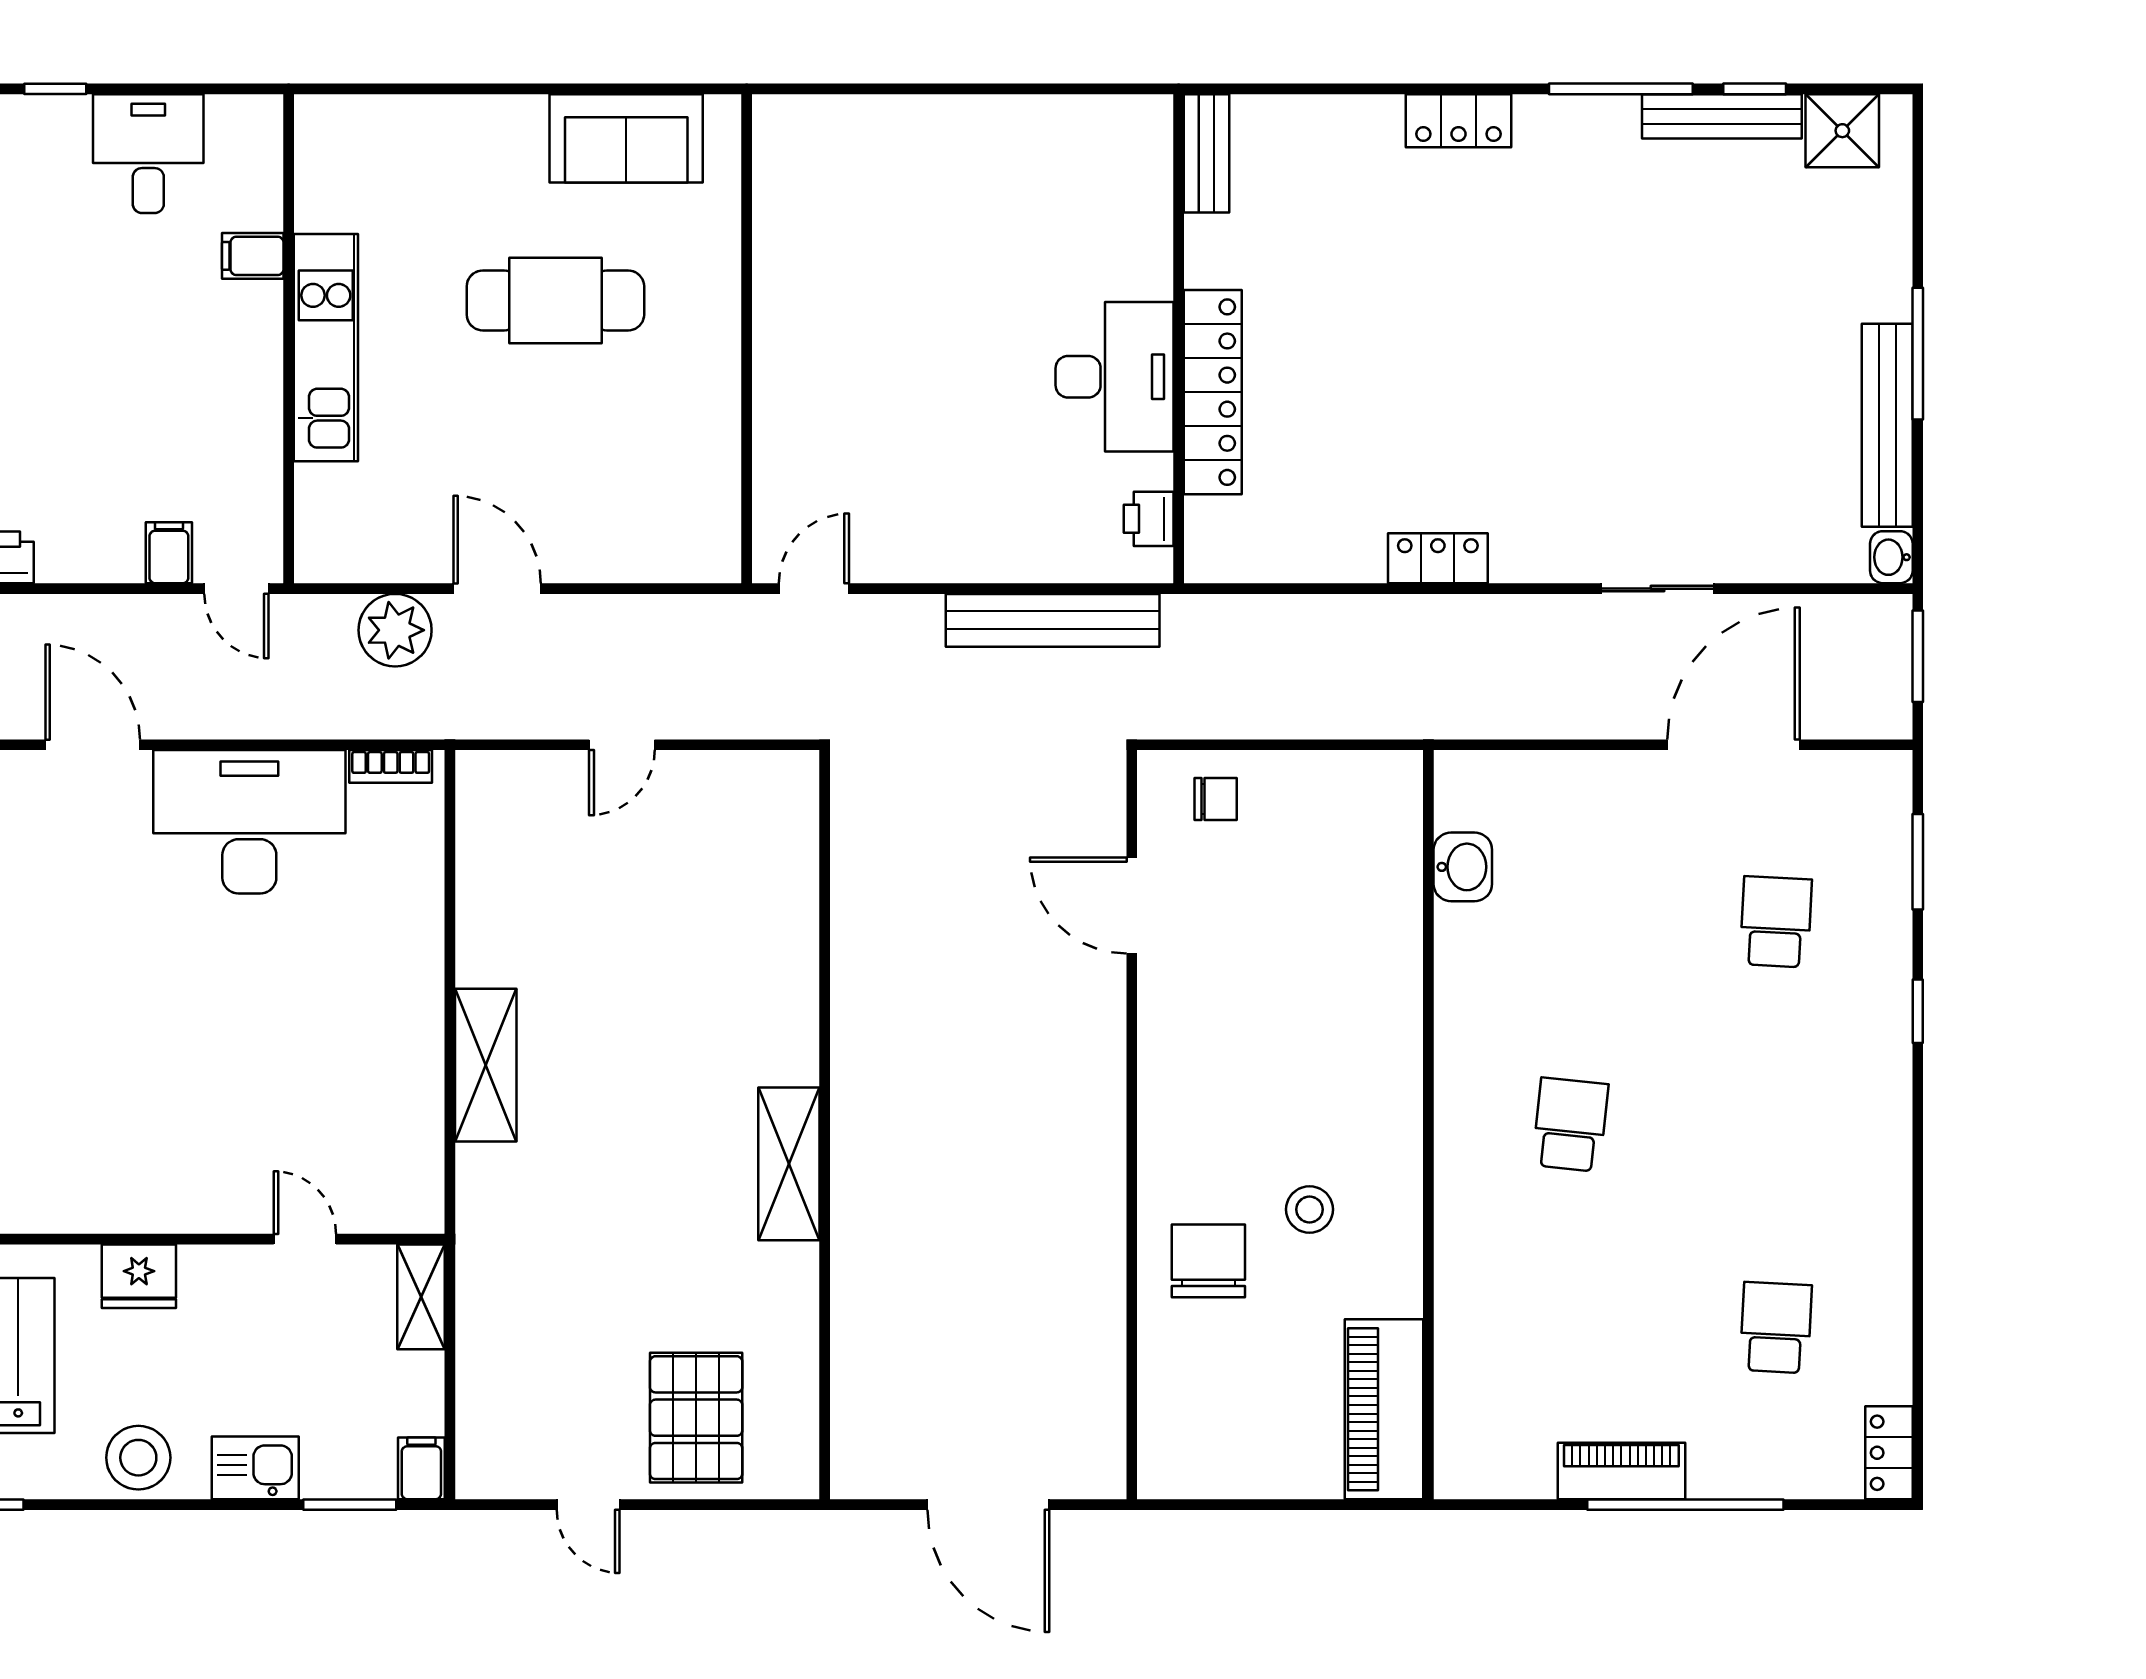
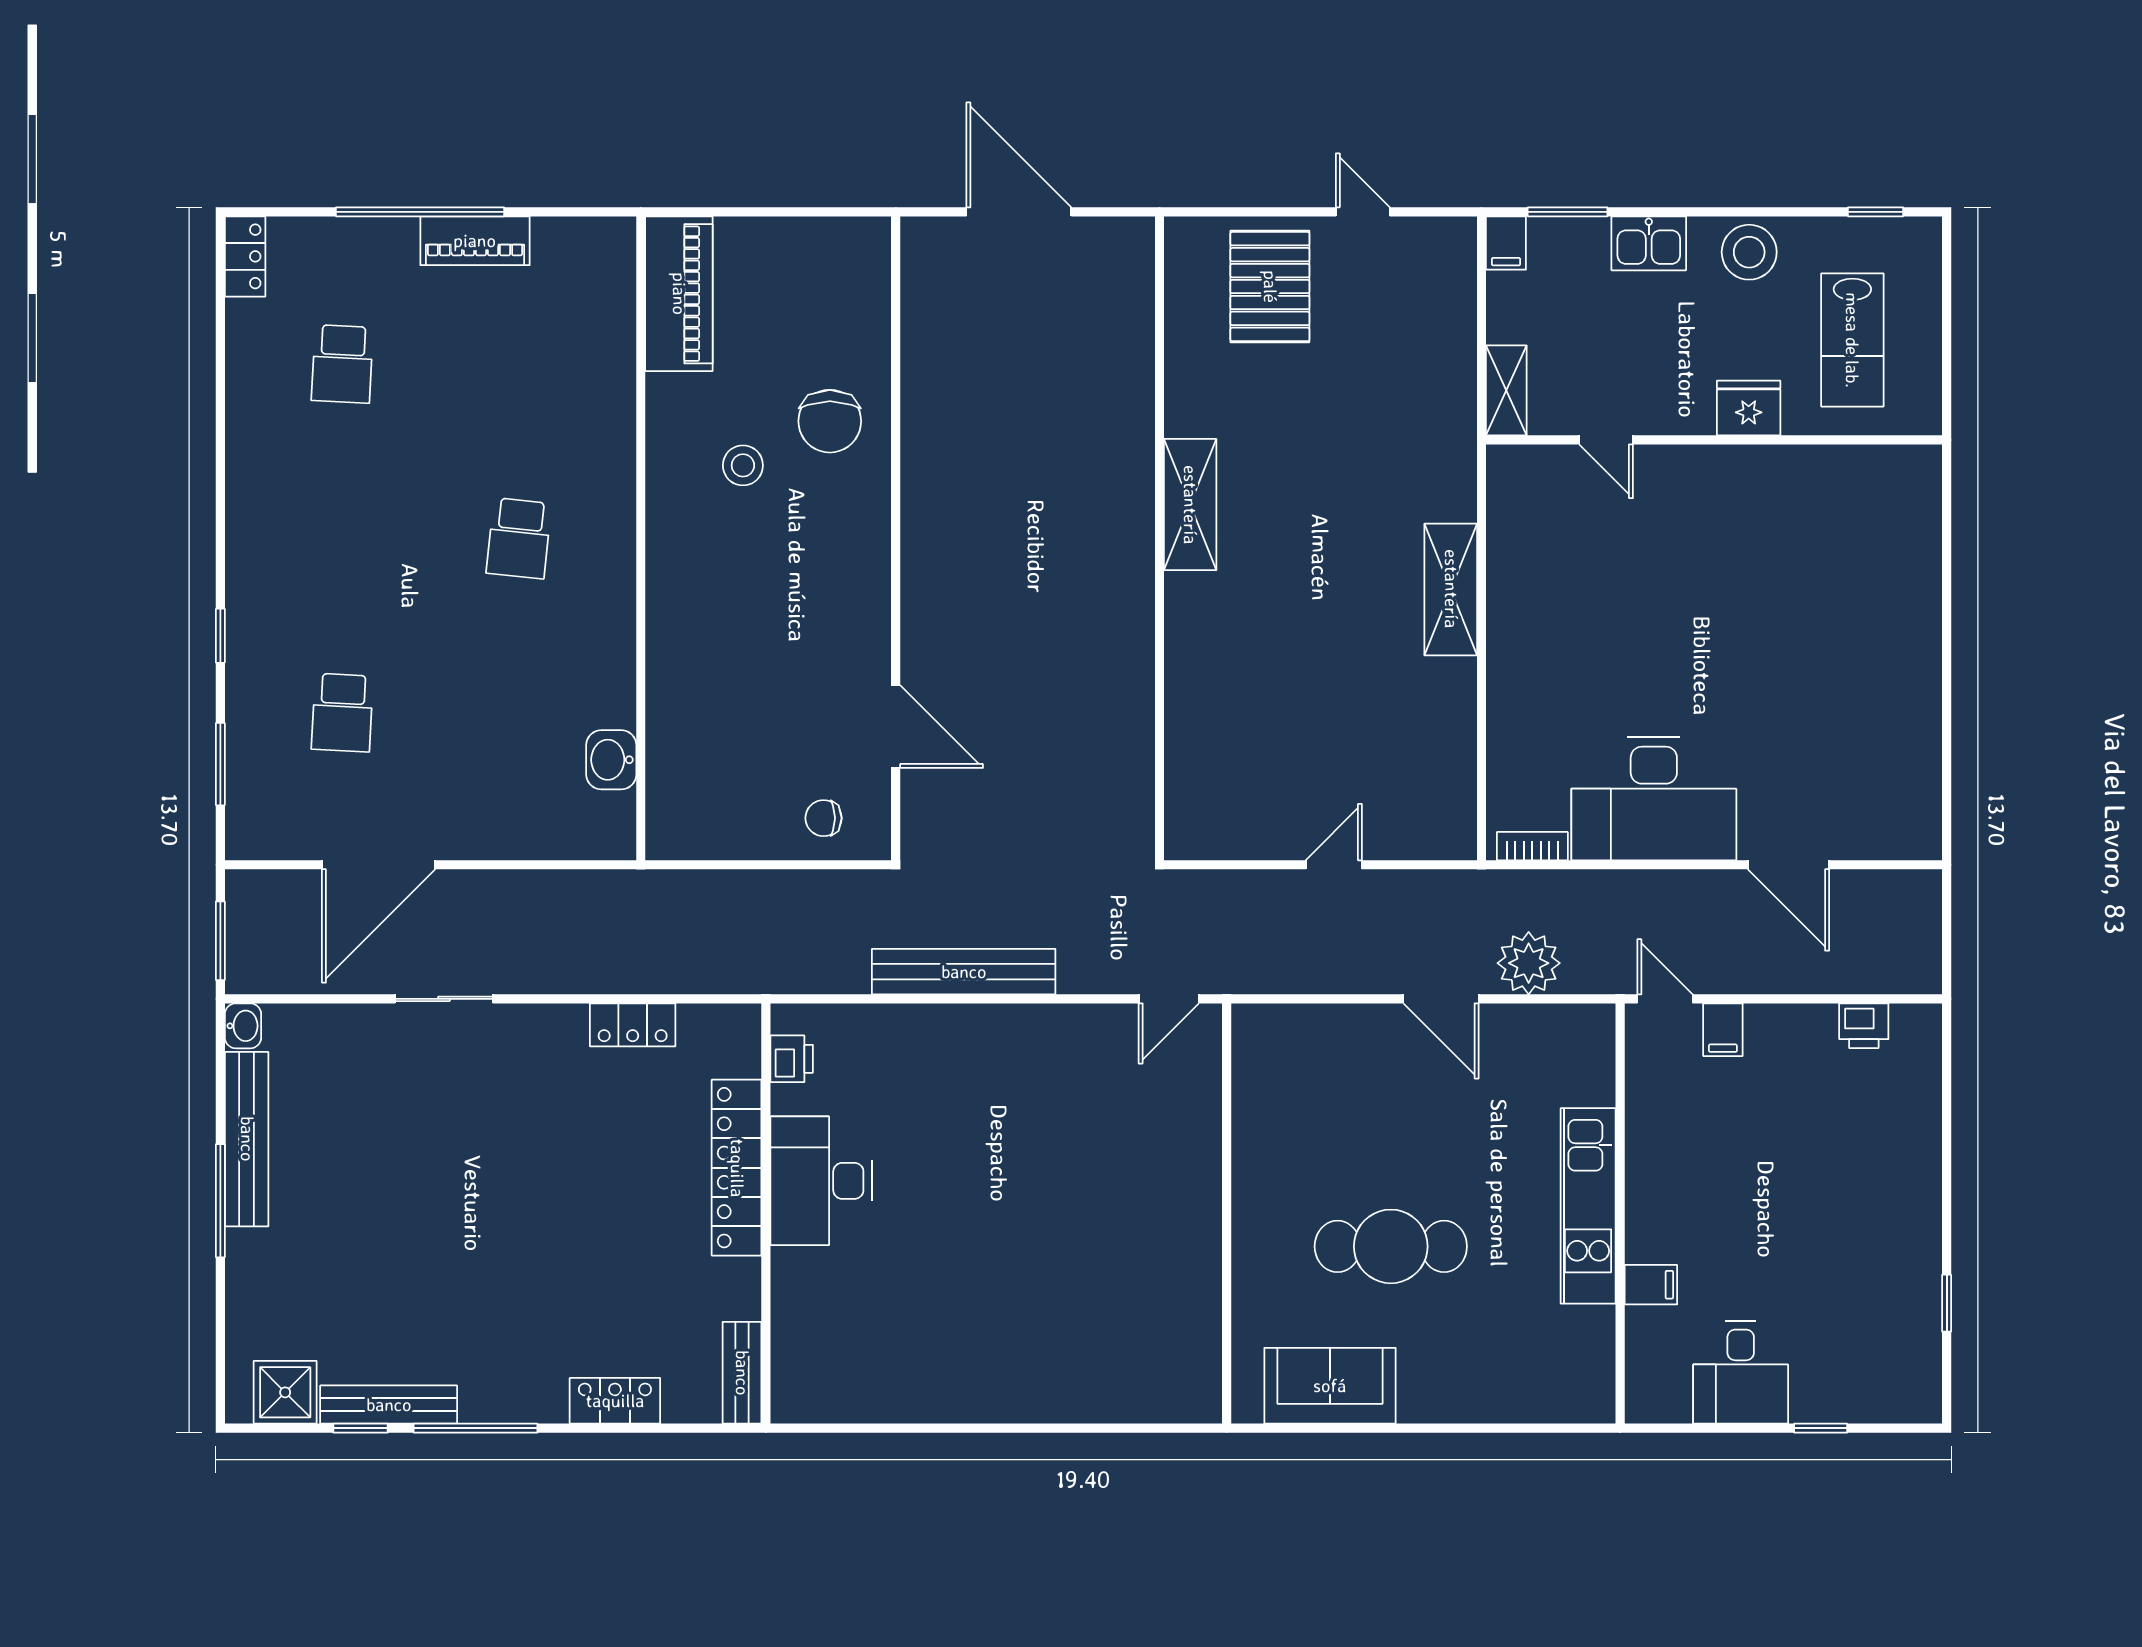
bench: (1206, 153) -> (742, 1373), moved
wall: (1179, 339) -> (766, 1214), moved
desk: (1115, 377) -> (821, 1181), moved
locker: (1213, 392) -> (737, 1168), moved
printer: (1149, 519) -> (792, 1059), moved

